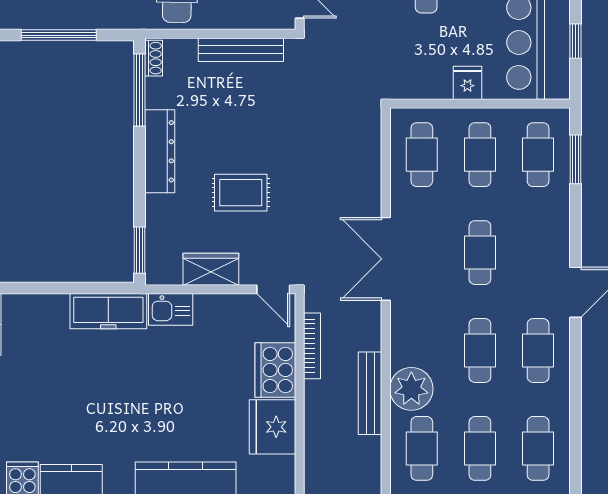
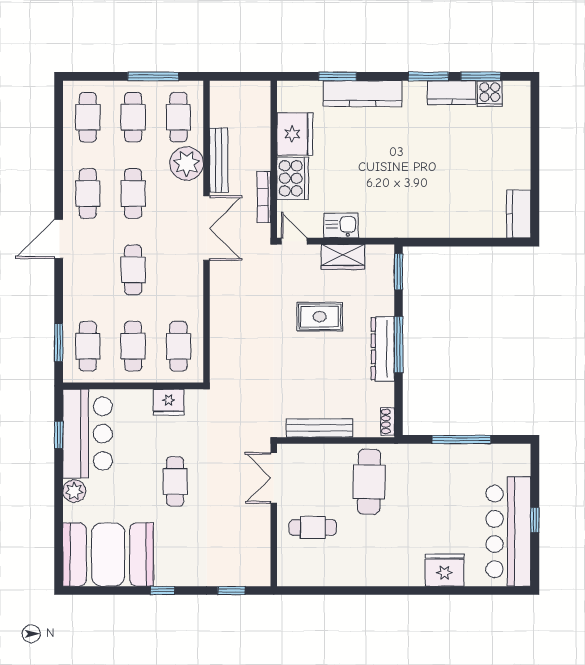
fridge: (467, 83) -> (169, 402), moved, width x1.38
window: (139, 90) -> (399, 344), moved
double door: (386, 259) -> (207, 228), moved
kitchen sink: (171, 309) -> (341, 226), moved
freezer: (108, 311) -> (423, 224), removed

